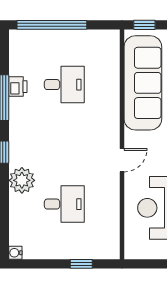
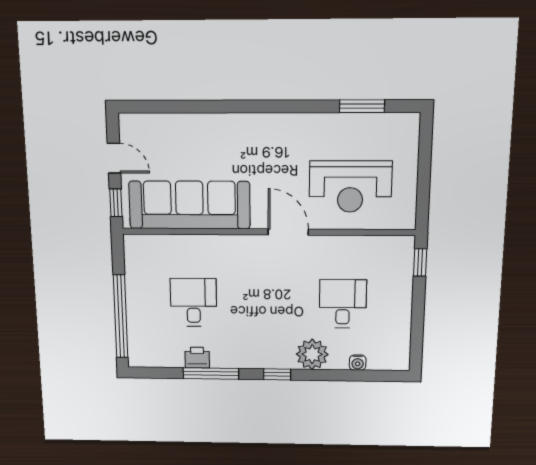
door: (122, 160) -> (288, 232), width x1.38
water cooler: (15, 253) -> (358, 363), moved
window: (81, 264) -> (420, 262), moved

